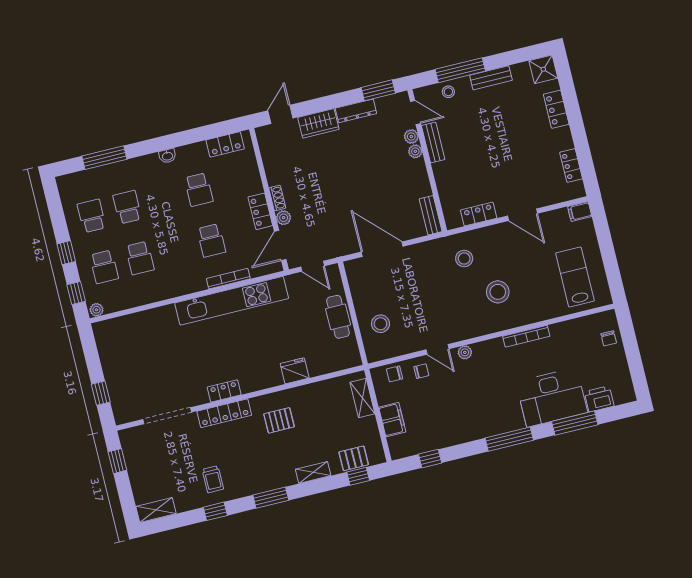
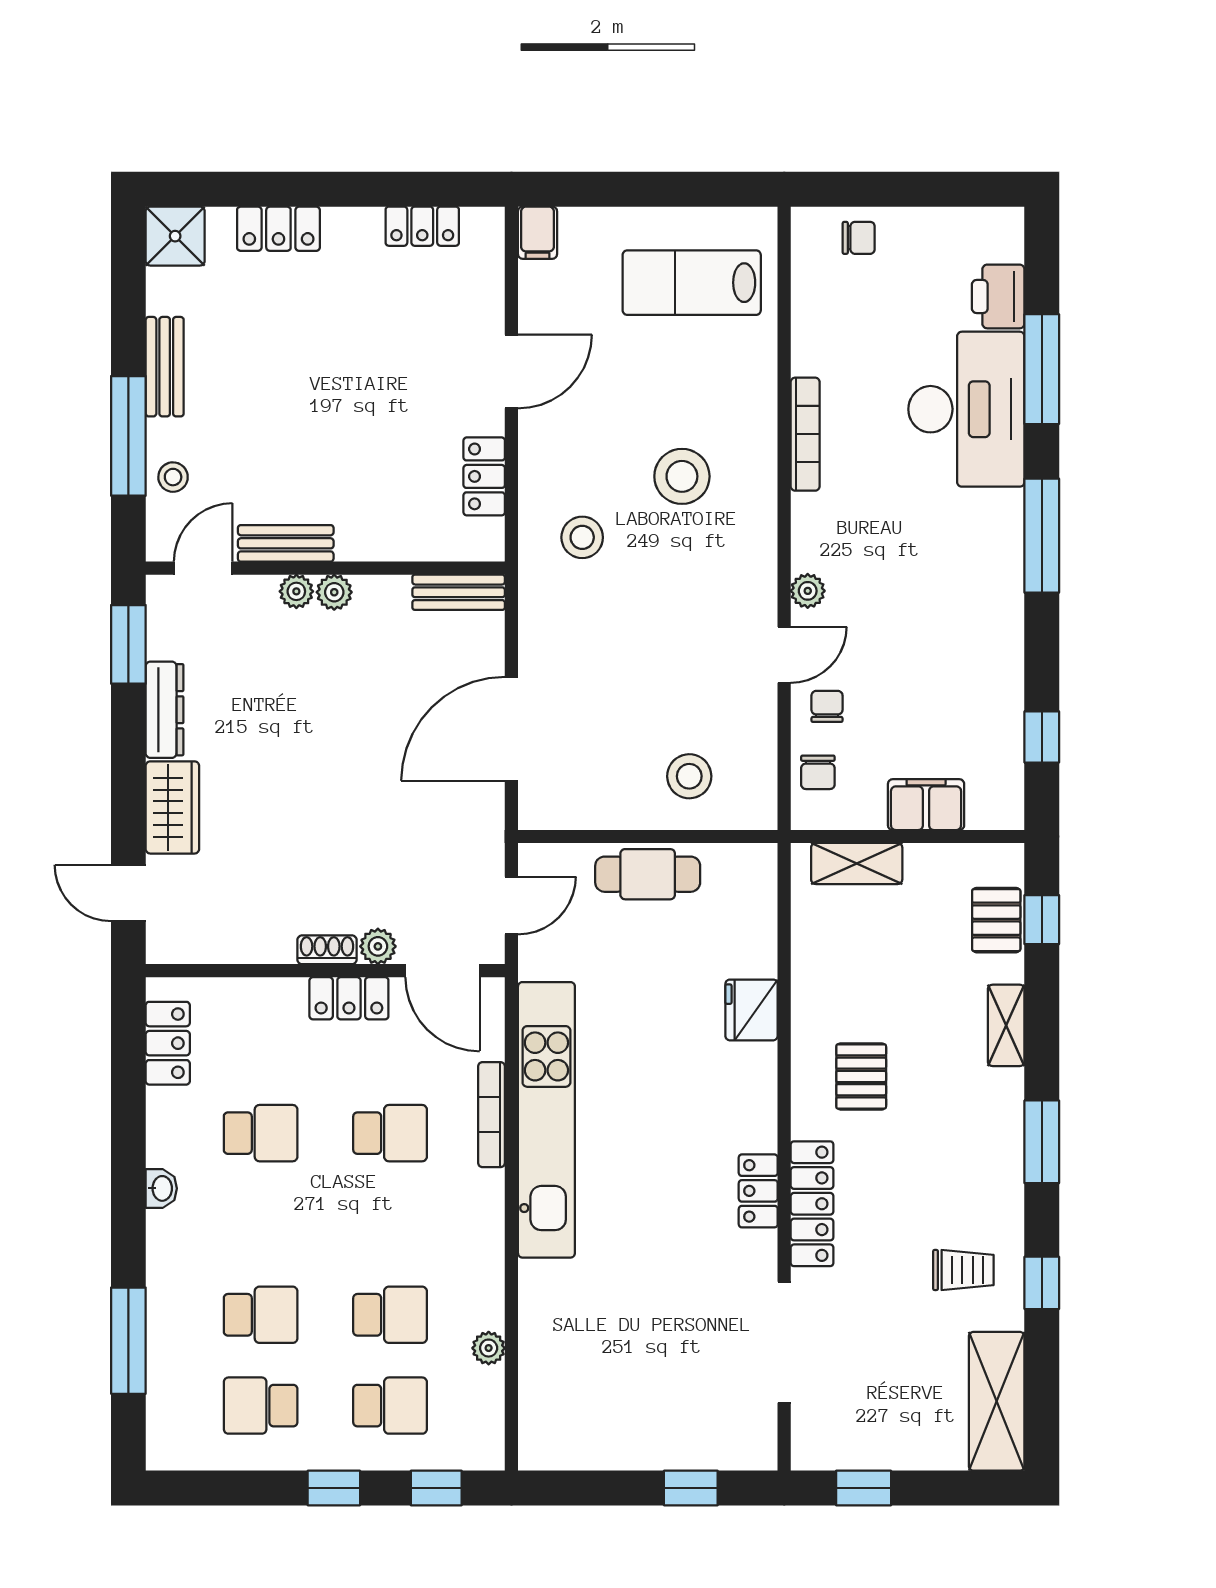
plant: (411, 136) -> (334, 592), moved
school desk: (127, 207) -> (261, 1315), turned 180
plant: (97, 310) -> (489, 1348), moved
shelving: (156, 510) -> (997, 1401), width x1.50, depth x1.33

